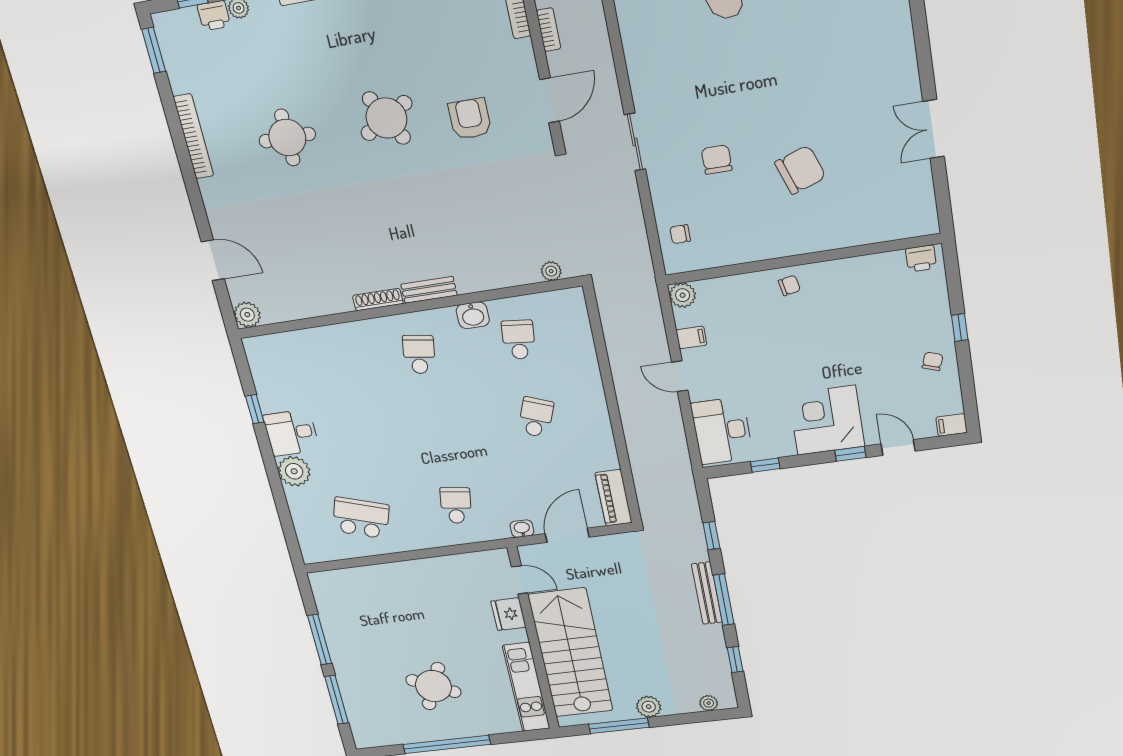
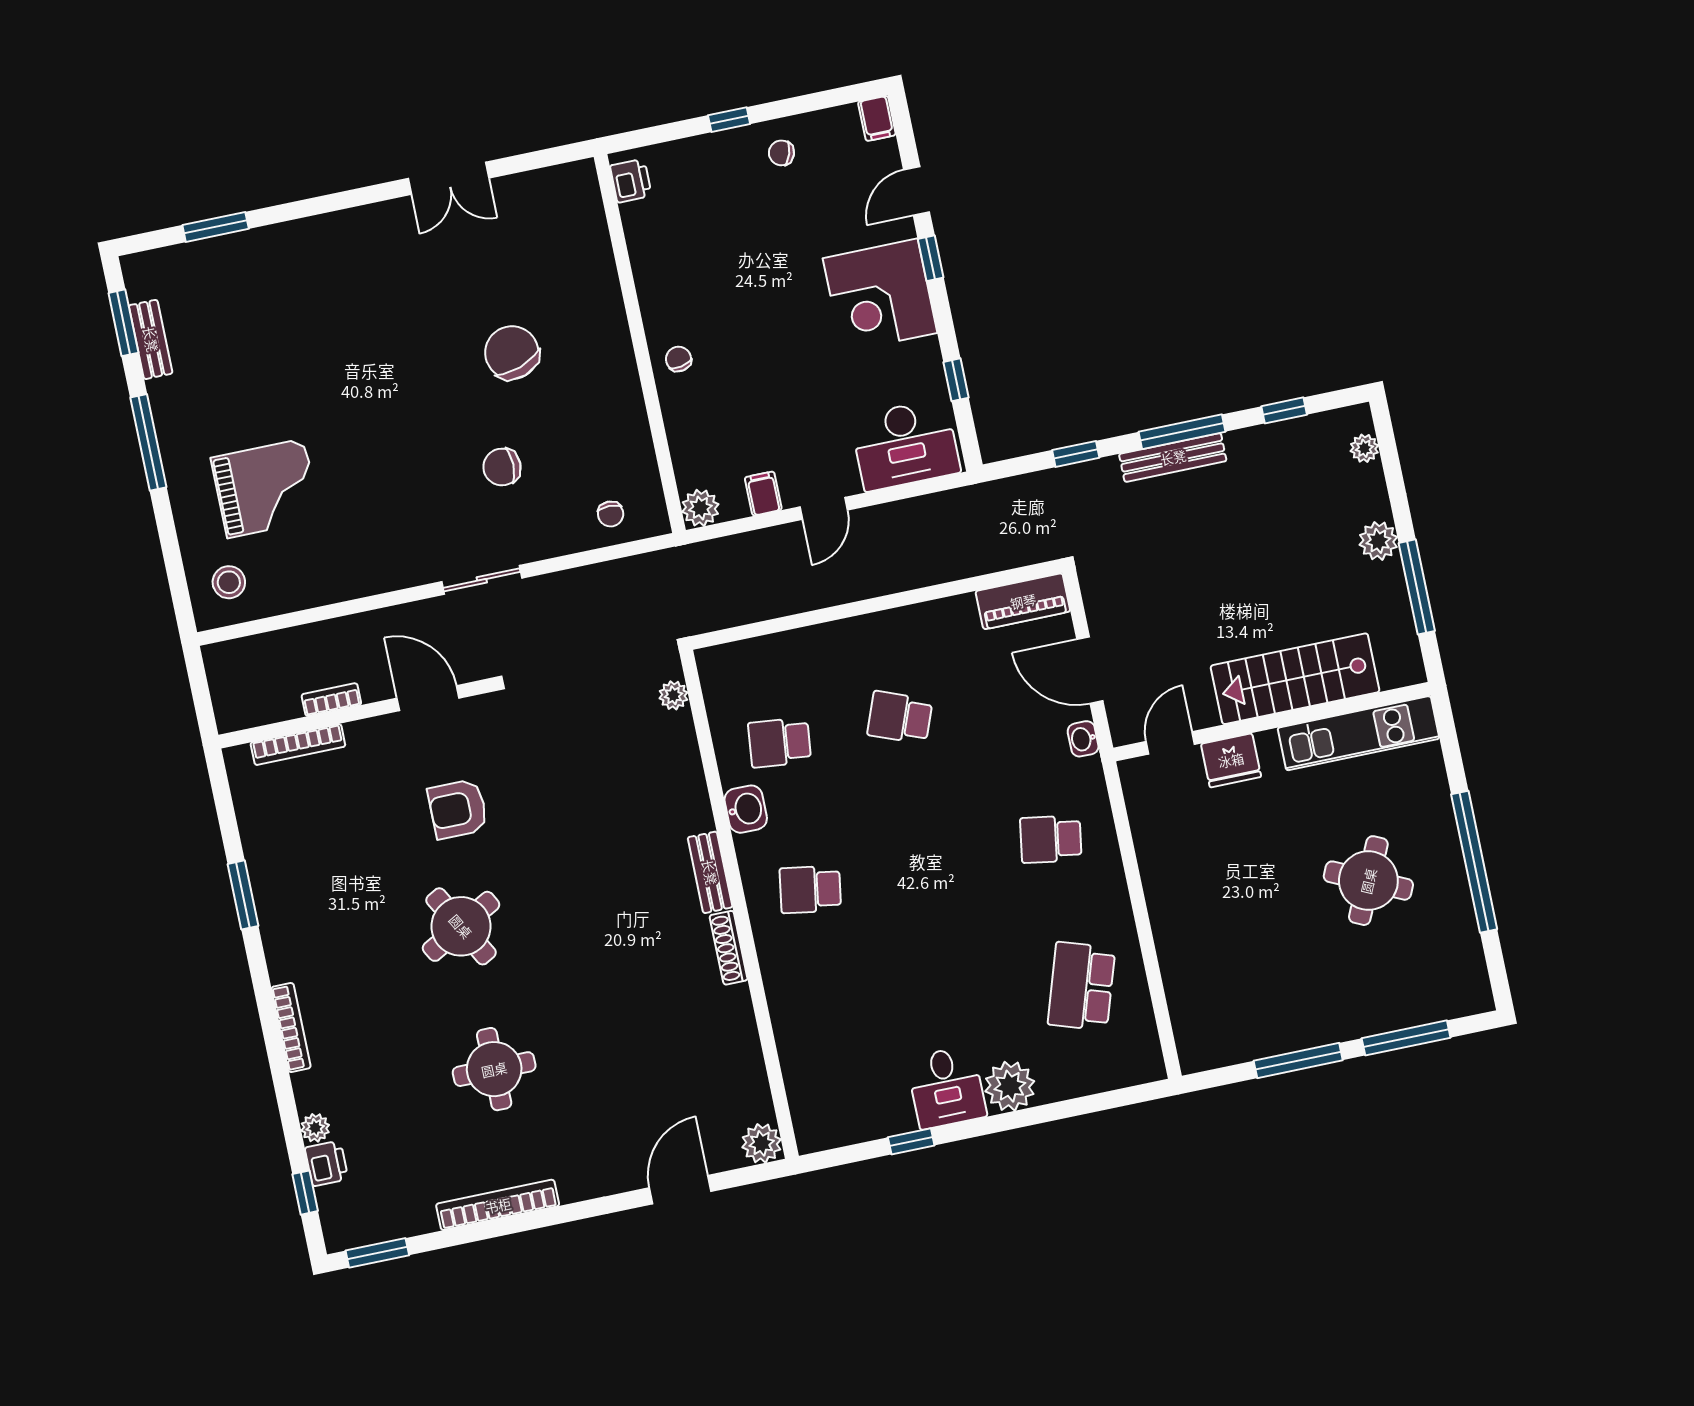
stairs: (571, 653) -> (1295, 679), width x0.73, depth x0.66

